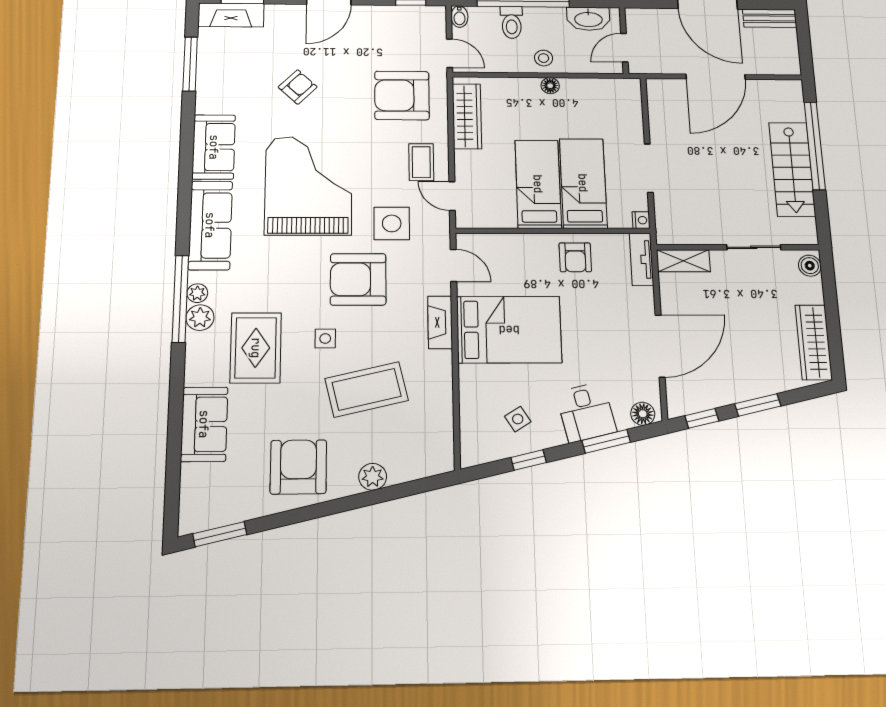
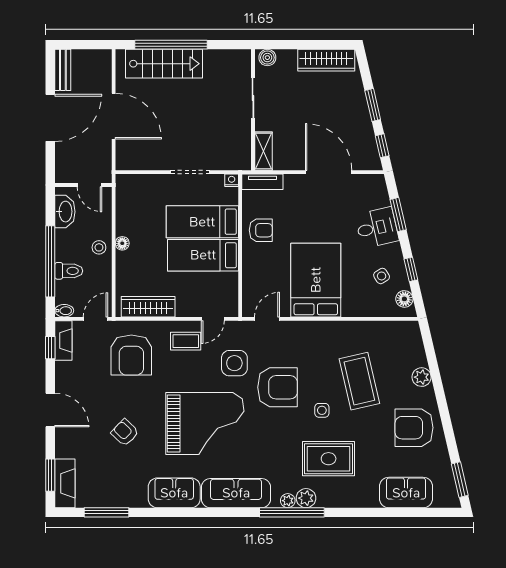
stairs: (792, 169) -> (164, 64), moved
grand piano: (308, 186) -> (205, 423), turned 180
armchair: (358, 279) -> (278, 387), turned -90
fireplace: (440, 322) -> (63, 340), moved, turned -90
floor lamp: (643, 414) -> (404, 299), moved
sofa: (204, 424) -> (406, 493), moved

